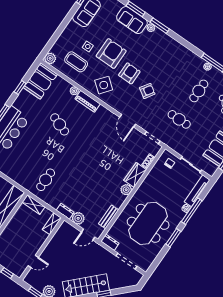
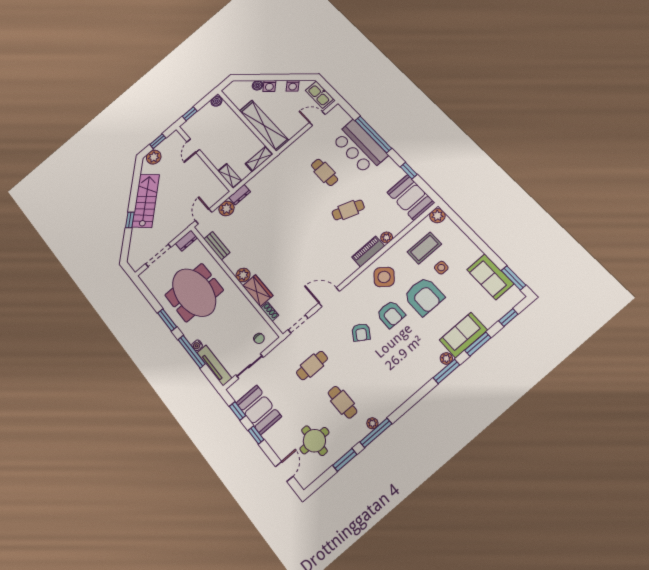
cafe table: (46, 180) -> (325, 172), moved

